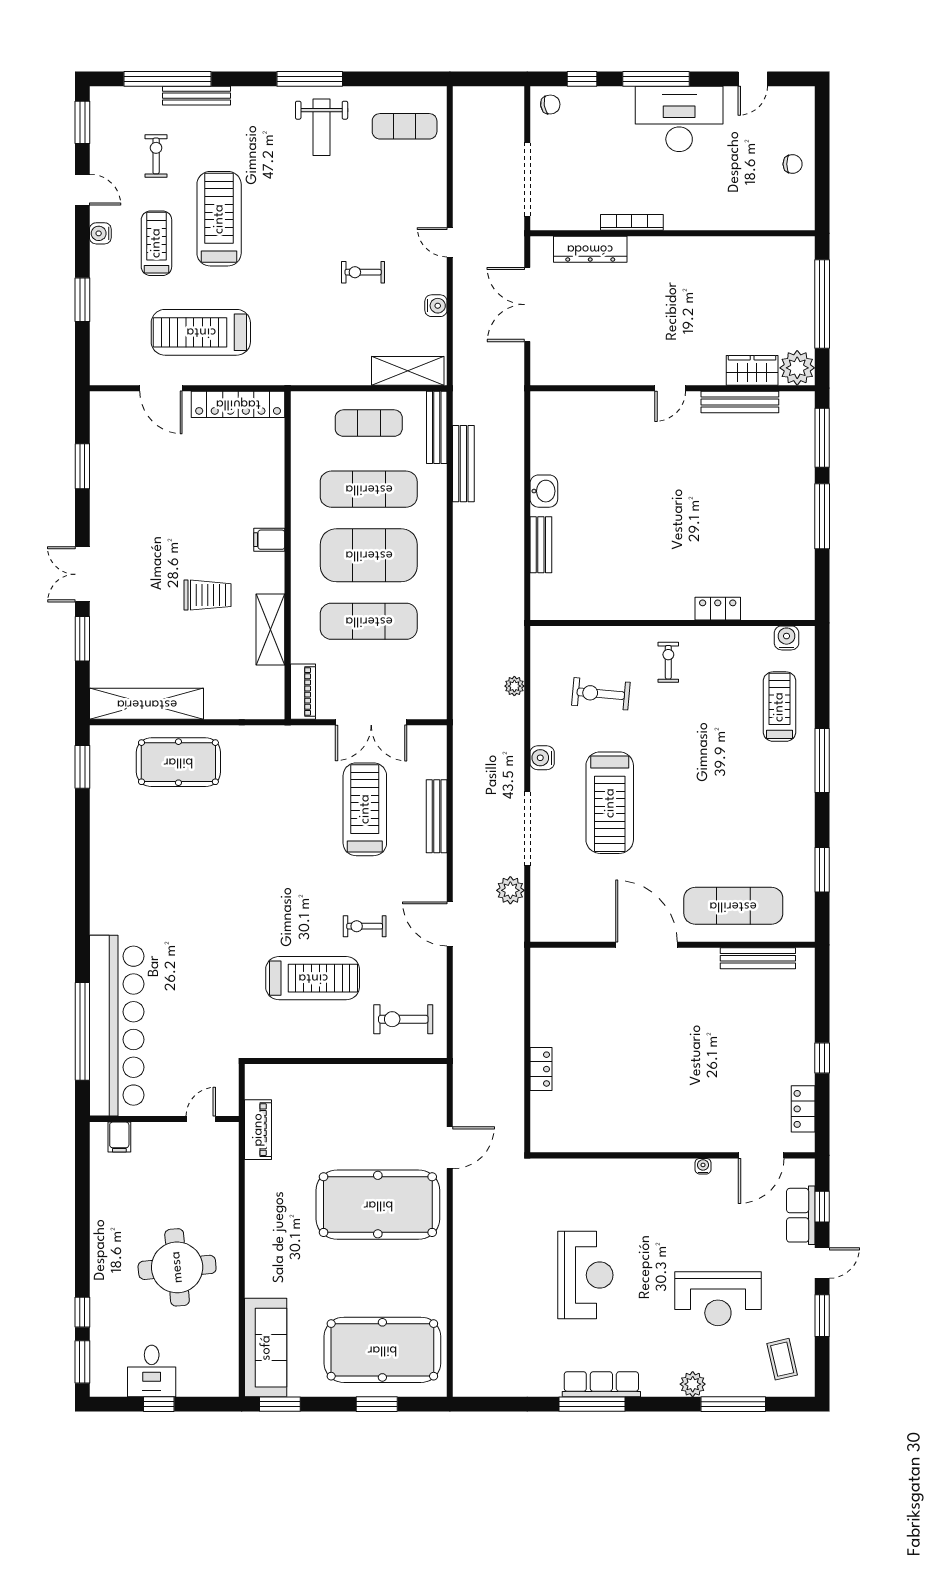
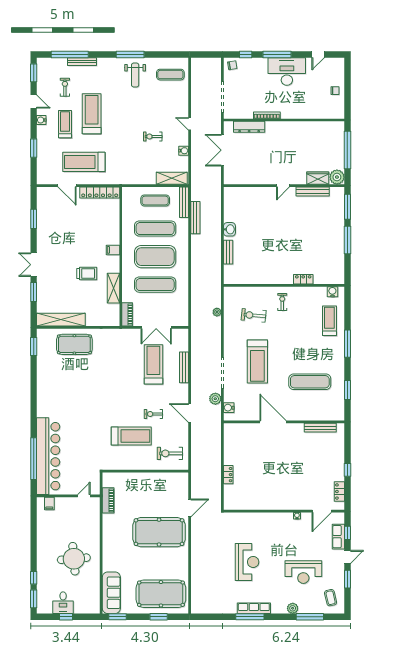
water cooler: (542, 758) -> (229, 408), moved
exercise mat: (733, 906) -> (310, 382), moved

